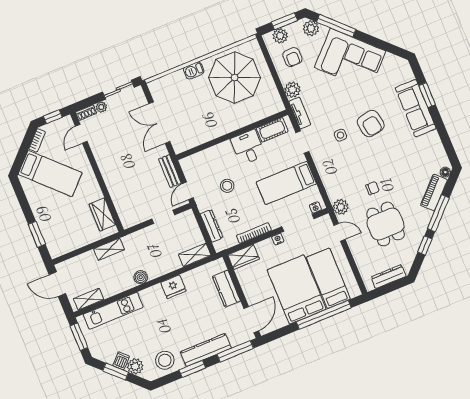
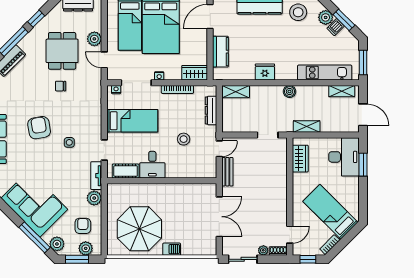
armchair: (371, 124) -> (39, 128), moved
plant: (341, 207) -> (94, 39), moved
doorway: (163, 217) -> (268, 135), moved
desk: (59, 234) -> (344, 157), added

